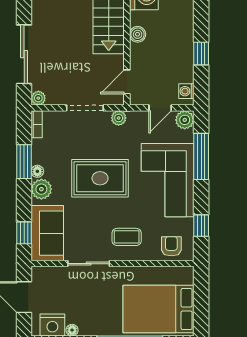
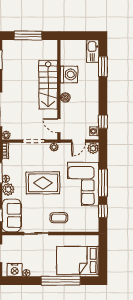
window: (201, 53) -> (103, 122), moved
door: (127, 82) -> (59, 126), hinge flipped
window: (201, 156) -> (103, 183), moved
armchair: (171, 246) -> (85, 223), removed

